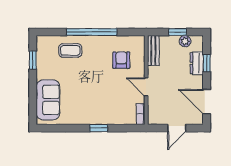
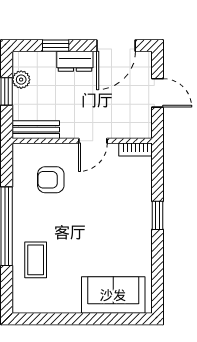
window: (33, 60) -> (51, 319), removed
dresser: (197, 63) -> (75, 61), moved

